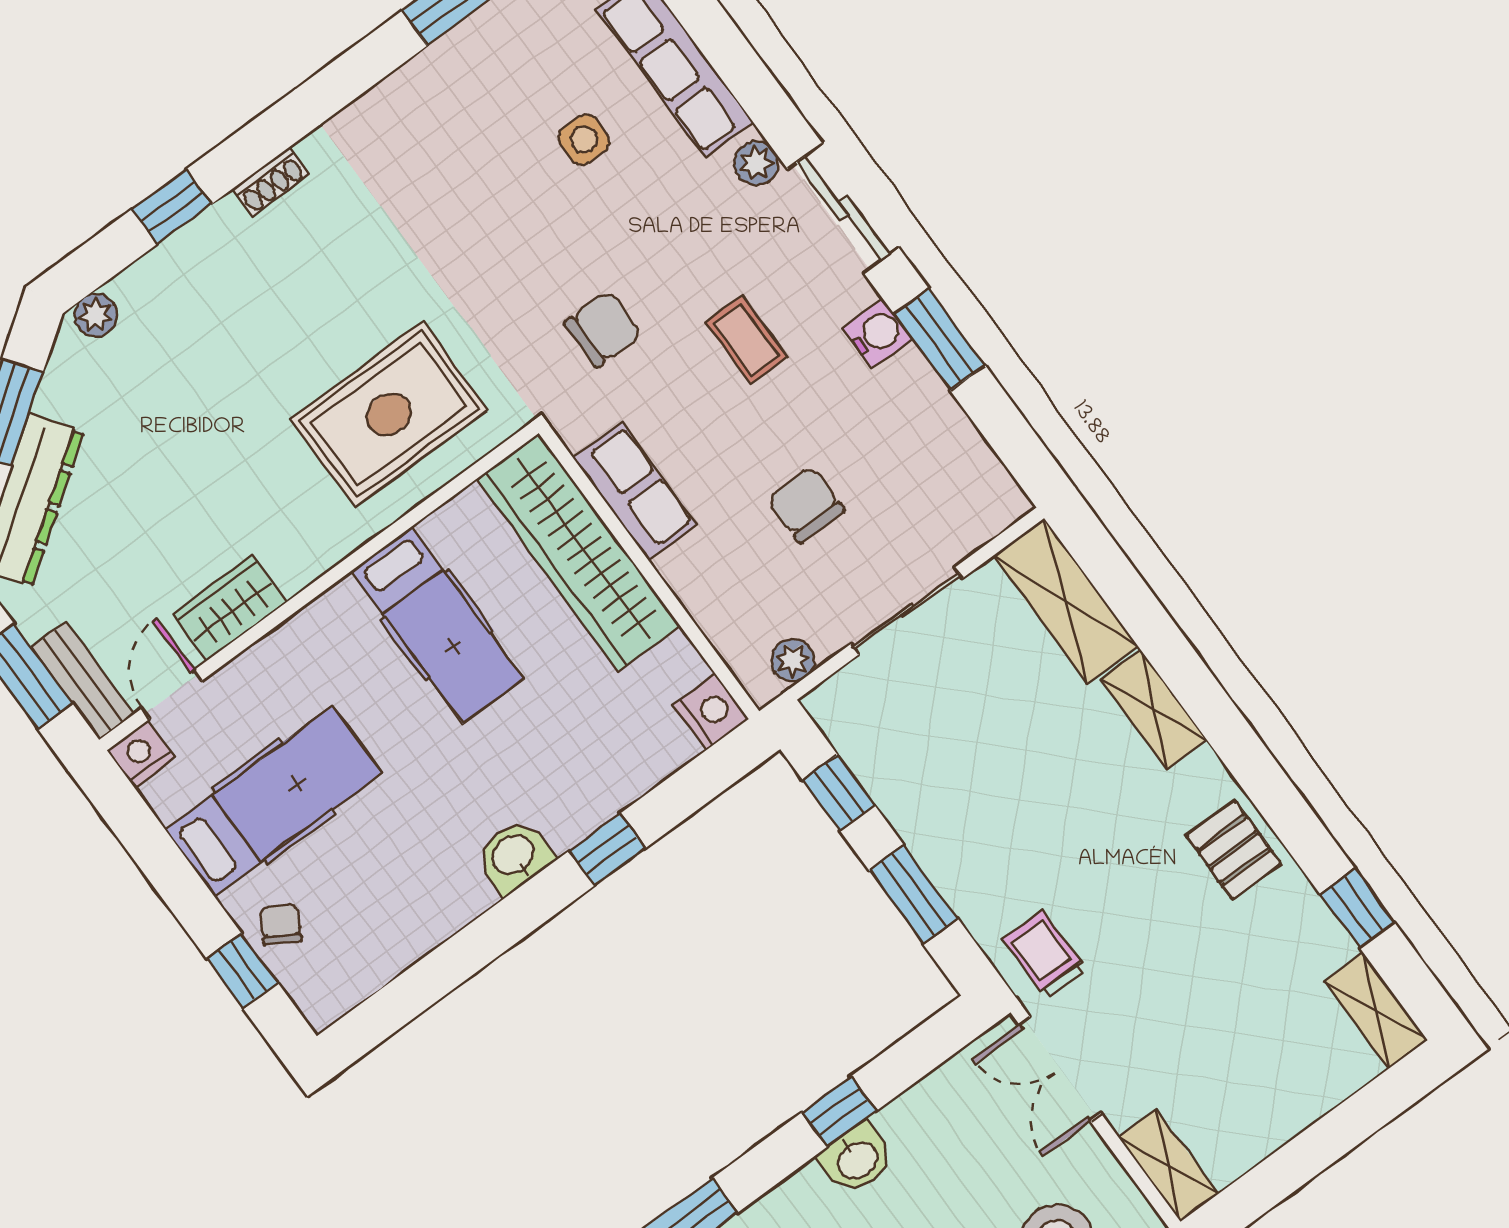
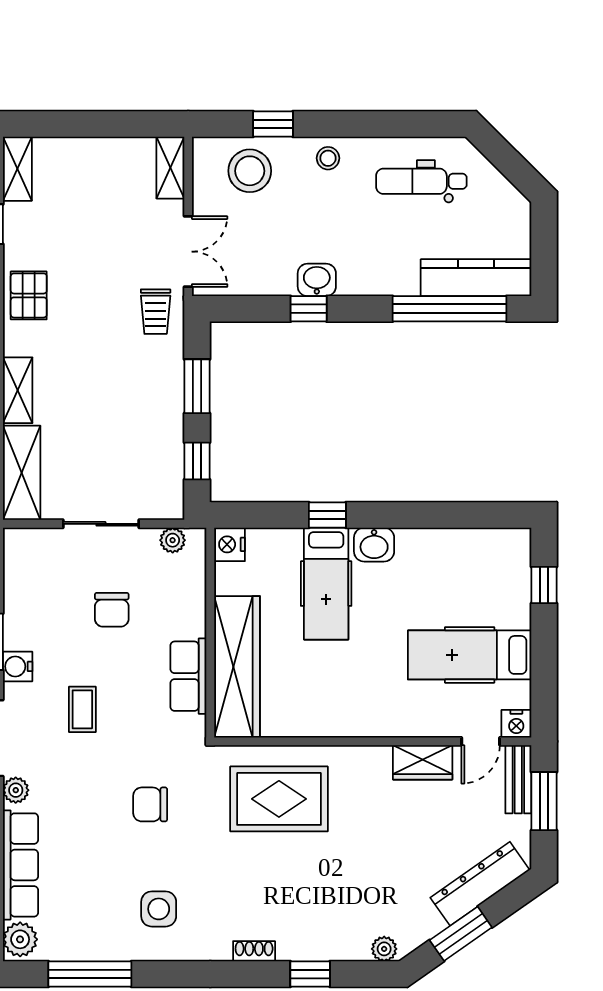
side table: (584, 140) -> (159, 909), moved, width x1.37, depth x1.37
chair: (603, 329) -> (150, 804), moved
hospital bed: (437, 625) -> (326, 584), moved, turned 180
chair: (281, 925) -> (509, 594), removed

